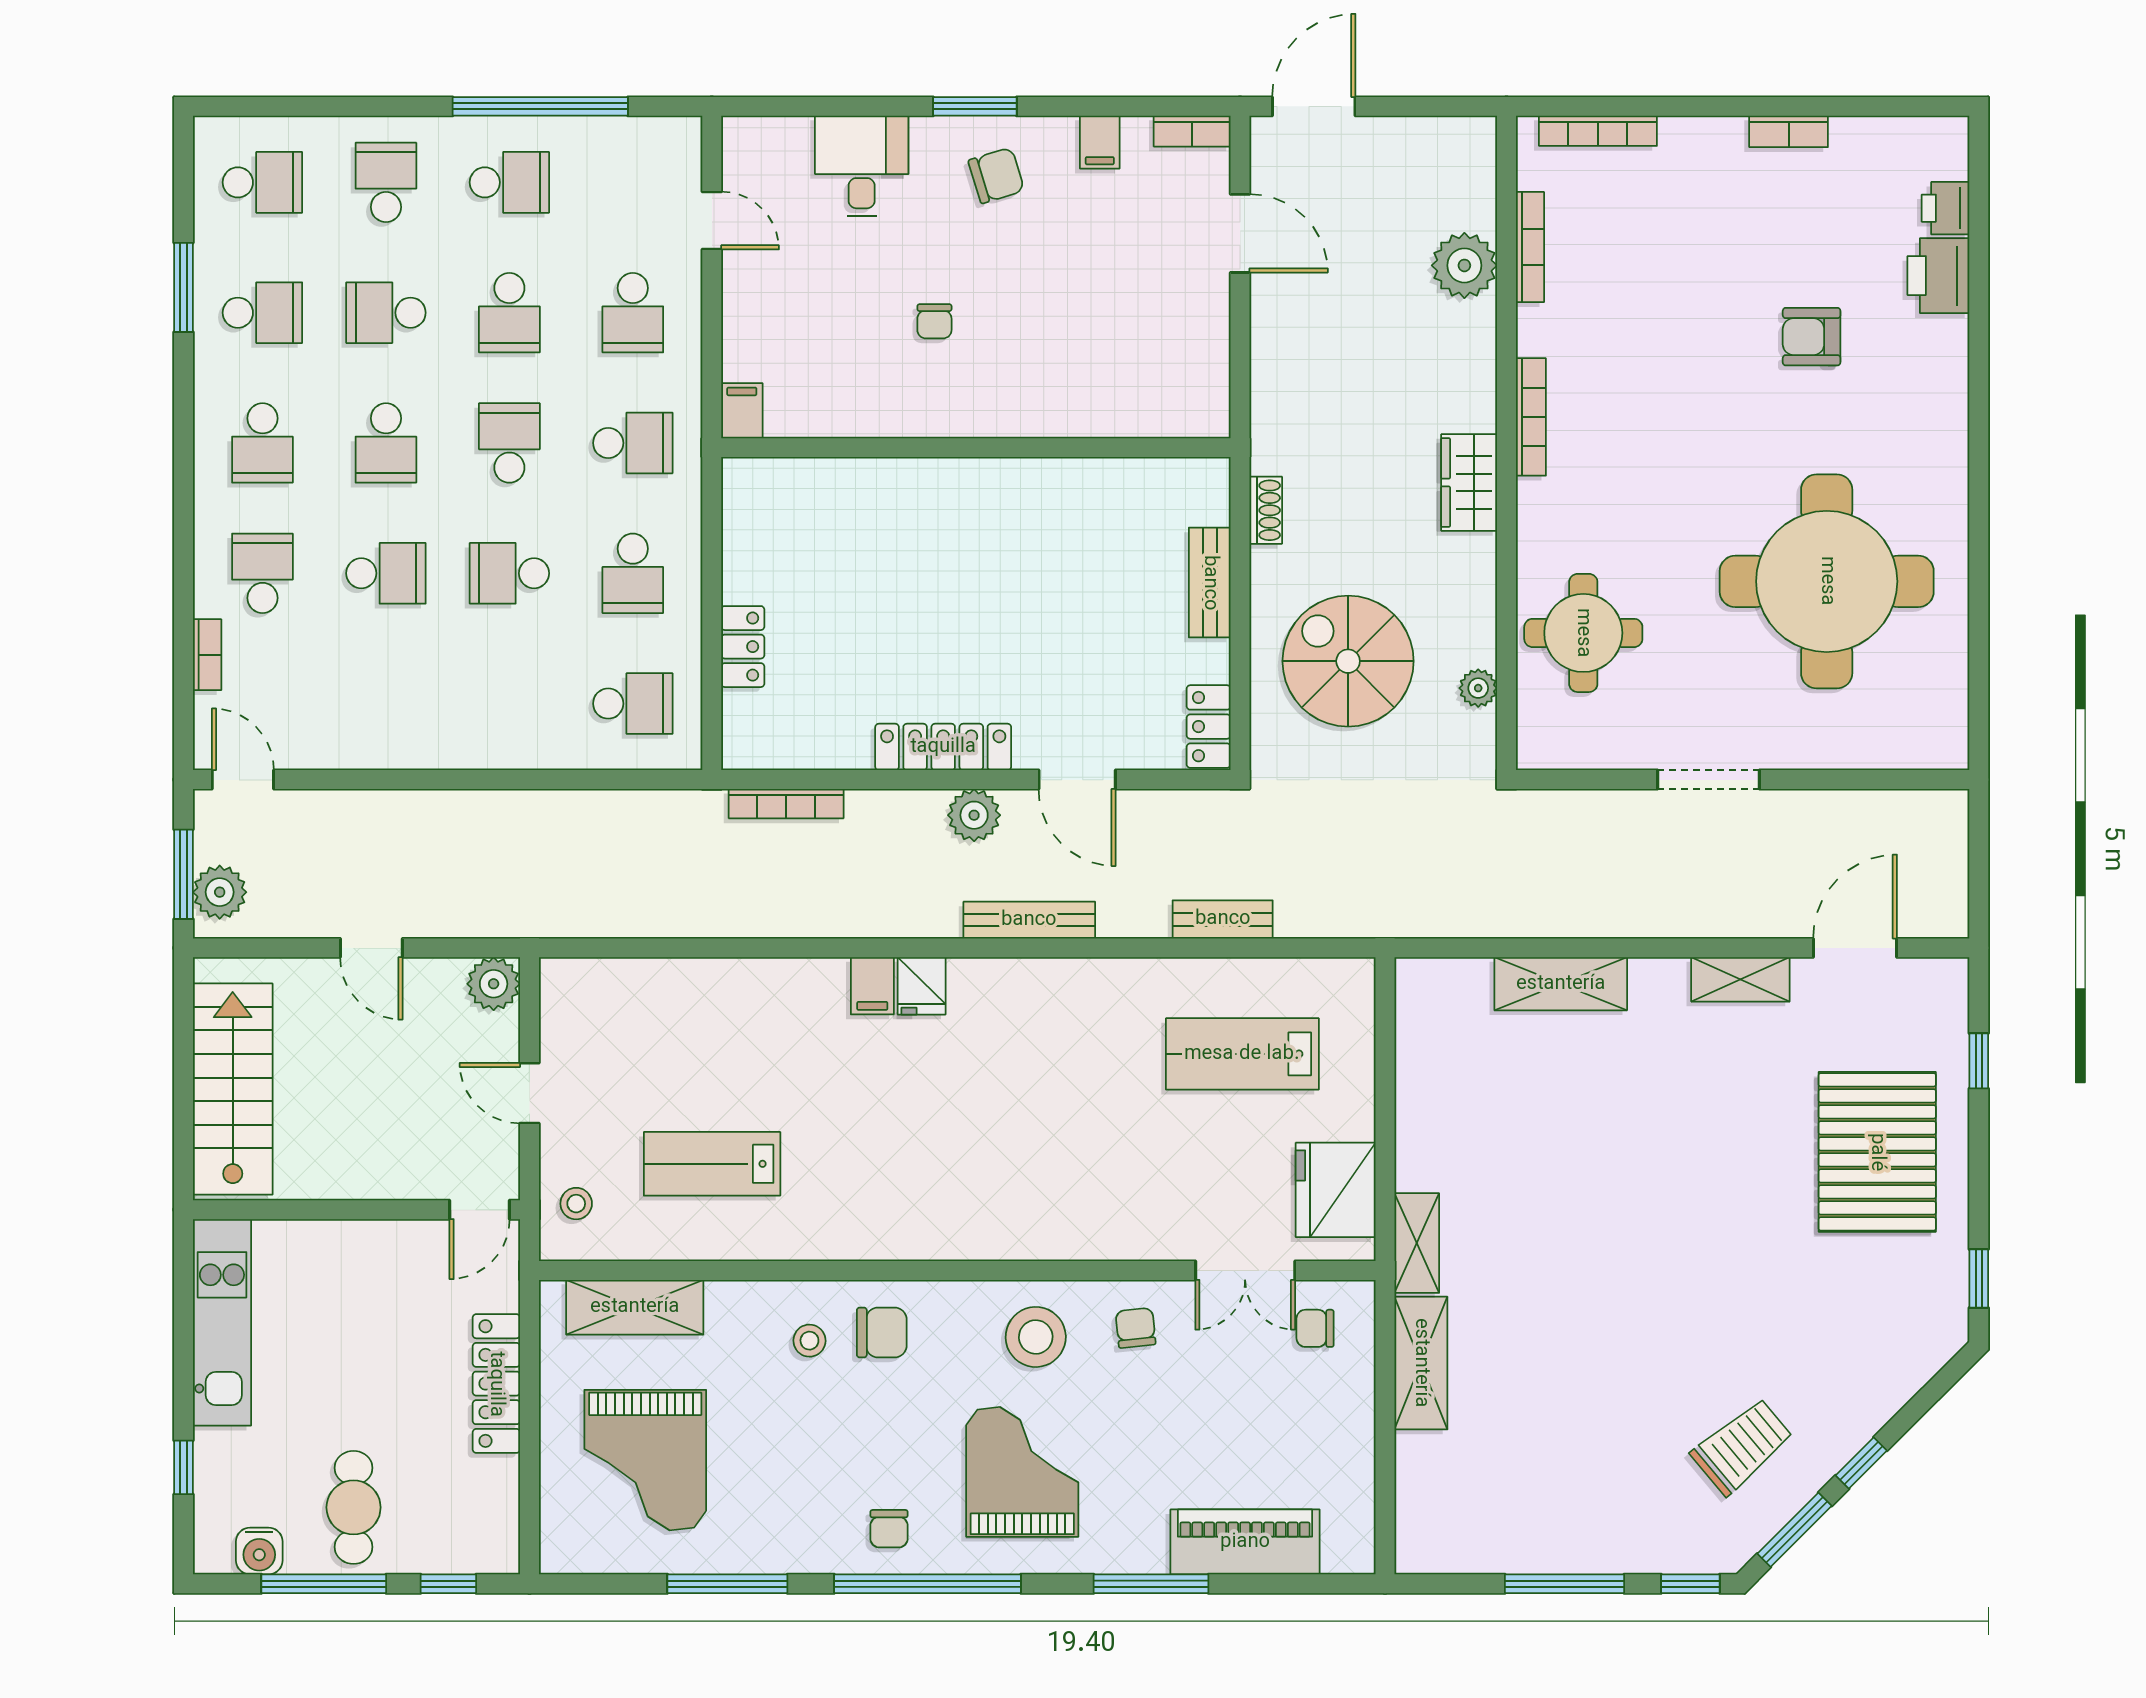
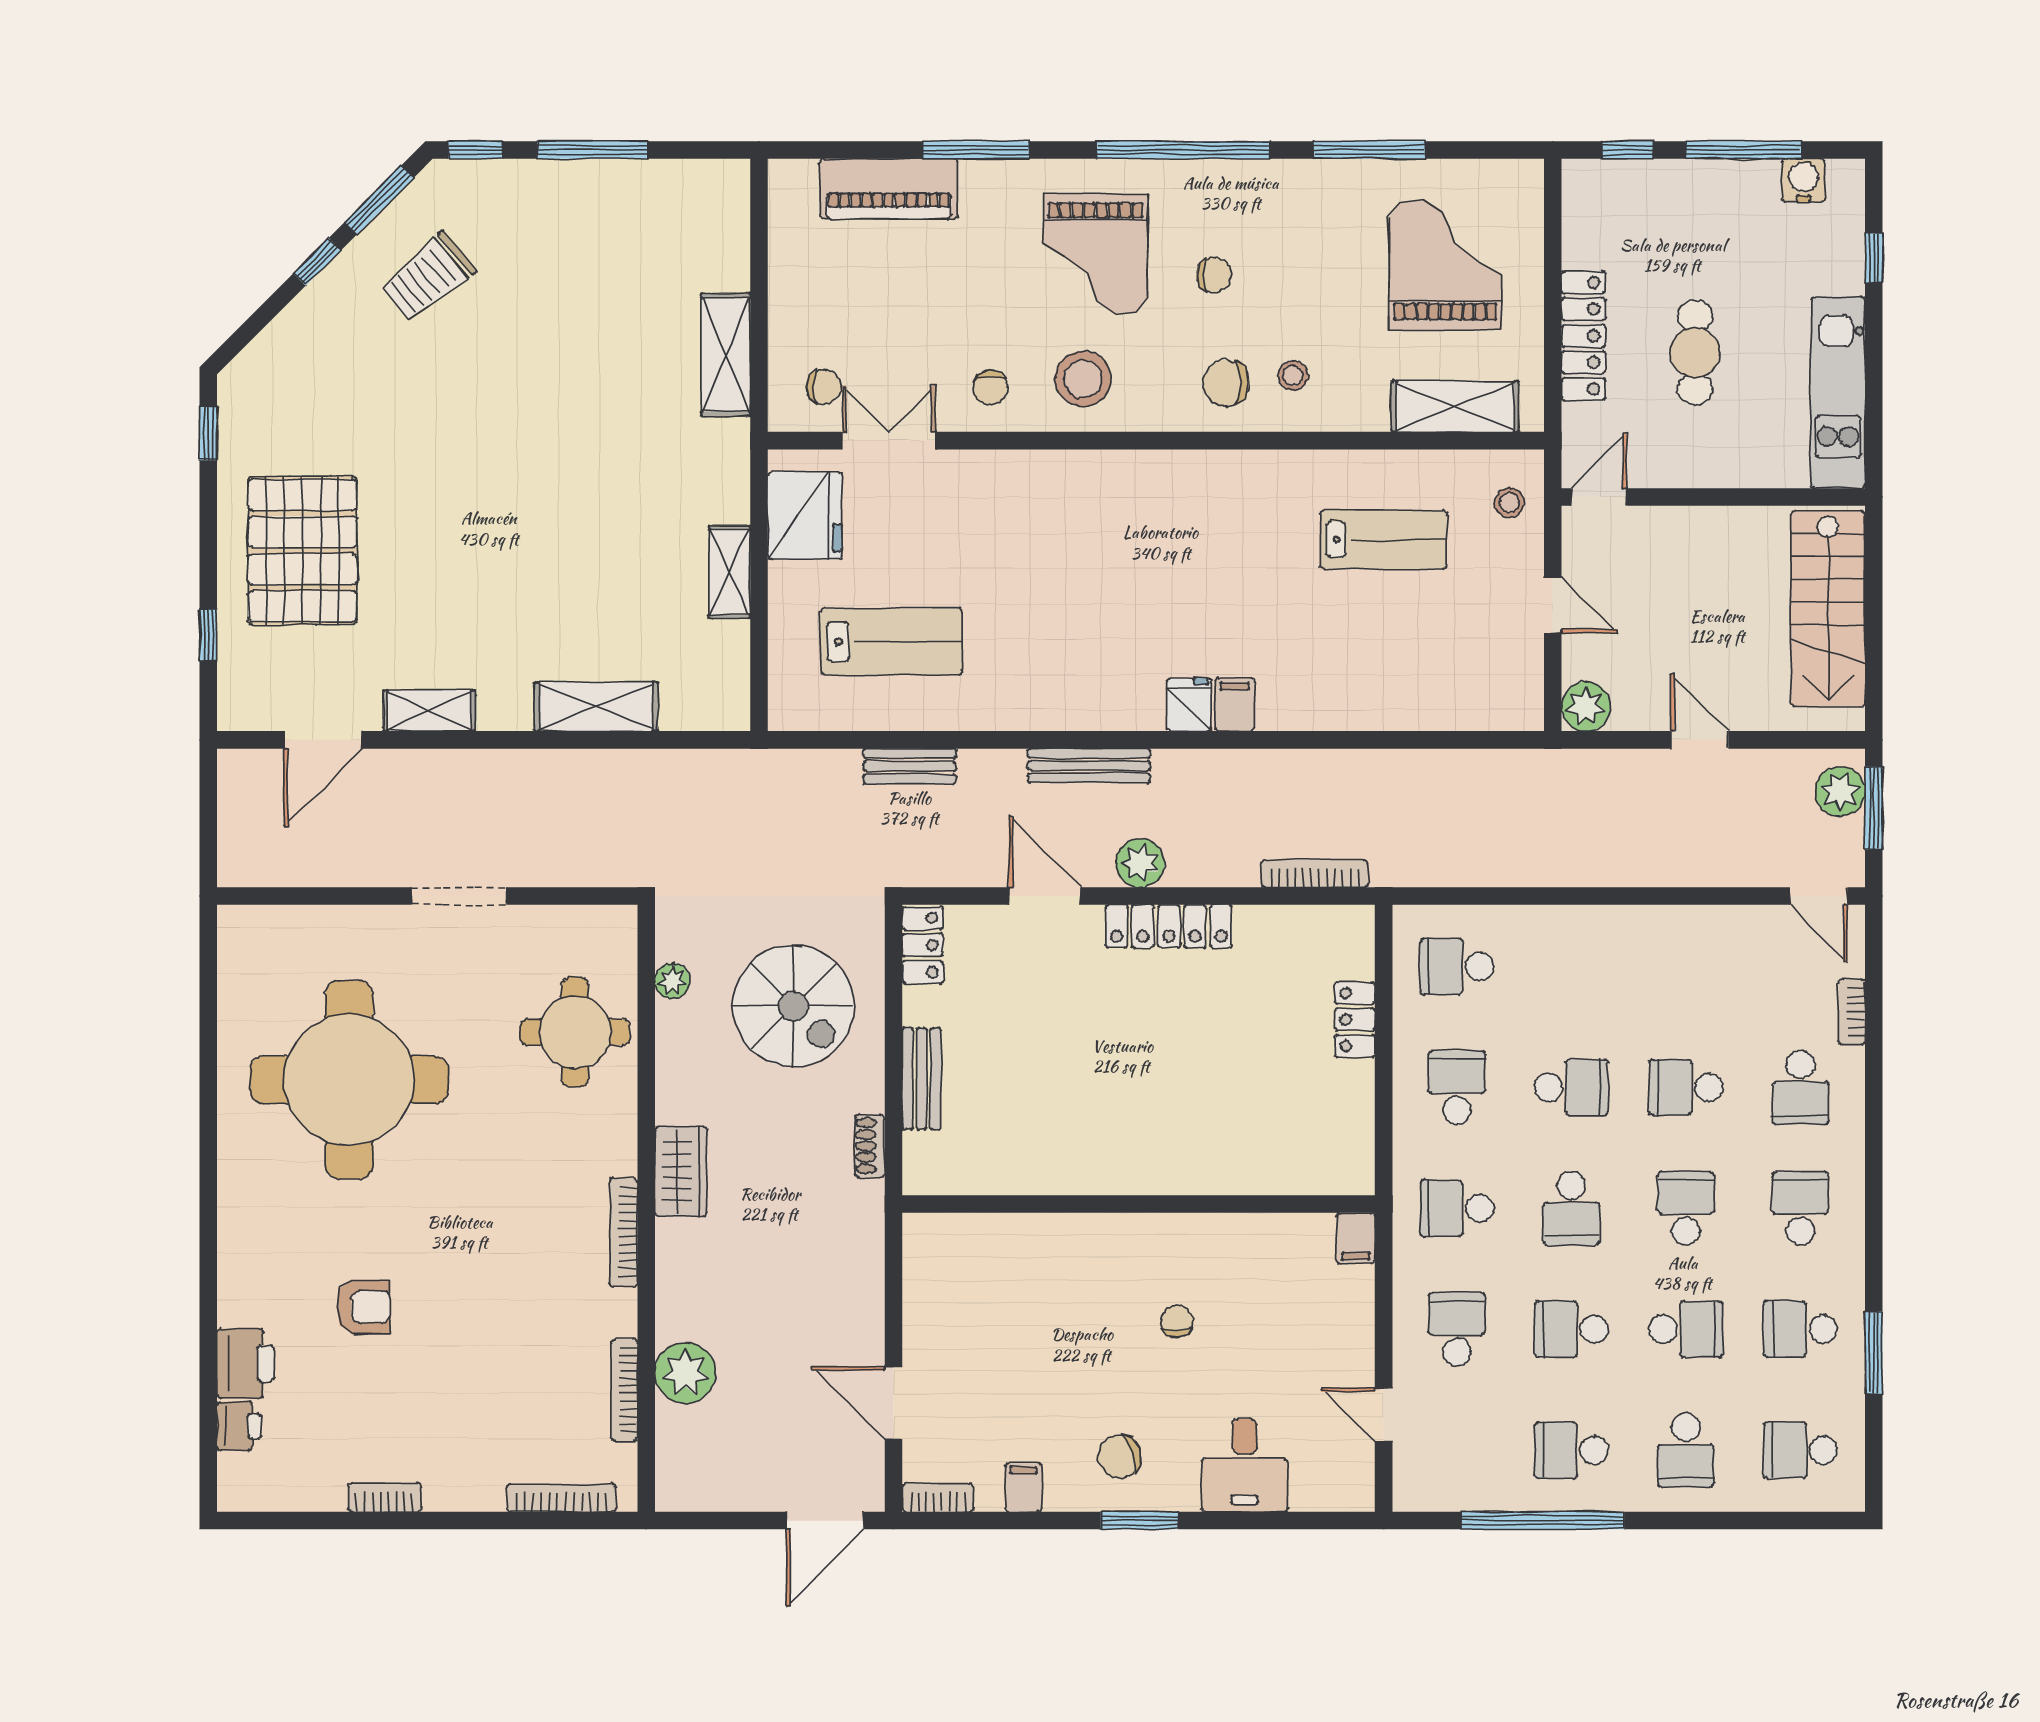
school desk: (509, 313) -> (1571, 1329), turned -90
shelving: (1417, 1243) -> (730, 572), moved
cafe table: (354, 1507) -> (1695, 353), moved
chair: (889, 1529) -> (1214, 275), moved, turned 90

